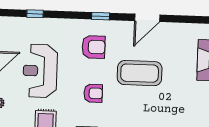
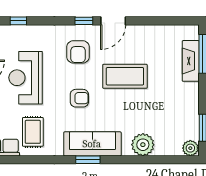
door: (147, 18) -> (113, 21), moved
armchair: (94, 47) -> (78, 52), turned 90

